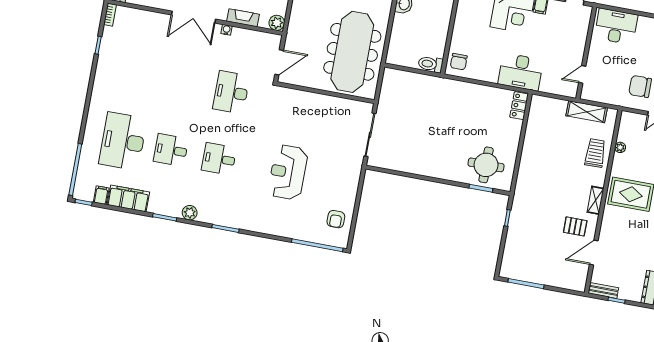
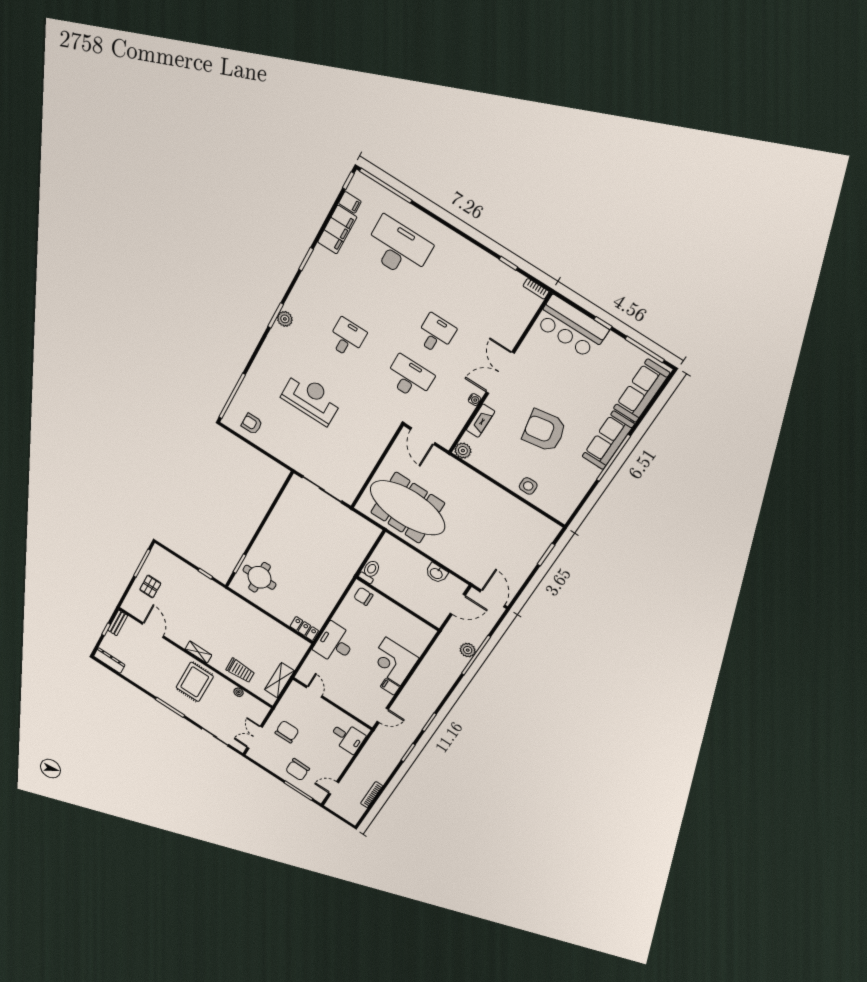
desk: (616, 26) -> (347, 737), width x0.73
desk: (171, 150) -> (436, 334), moved
plant: (190, 213) -> (285, 319), moved
pallet: (575, 226) -> (150, 586), moved

